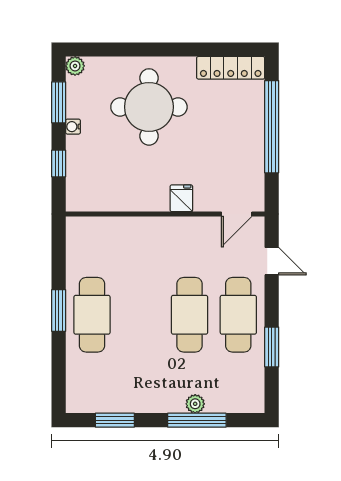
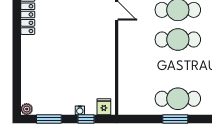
round table: (149, 107) -> (52, 64), removed
water cooler: (73, 127) -> (80, 110), moved
fridge: (181, 198) -> (104, 107), moved, turned 90

